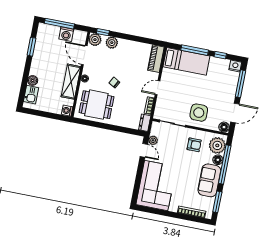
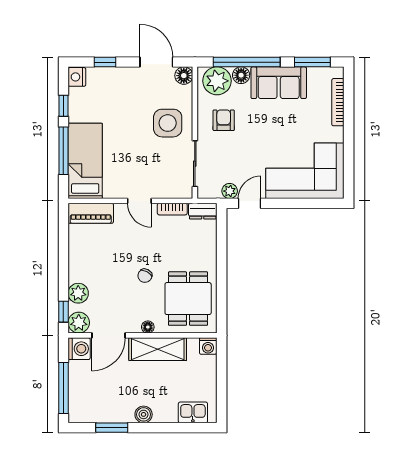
washing machine: (66, 34) -> (79, 349), moved
boiler: (33, 80) -> (144, 414), moved
window: (241, 84) -> (105, 62), width x0.46

